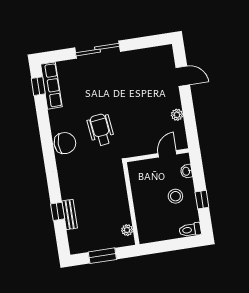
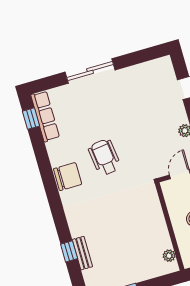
wall: (131, 204) -> (170, 226), moved
plant: (127, 230) -> (169, 256), moved

